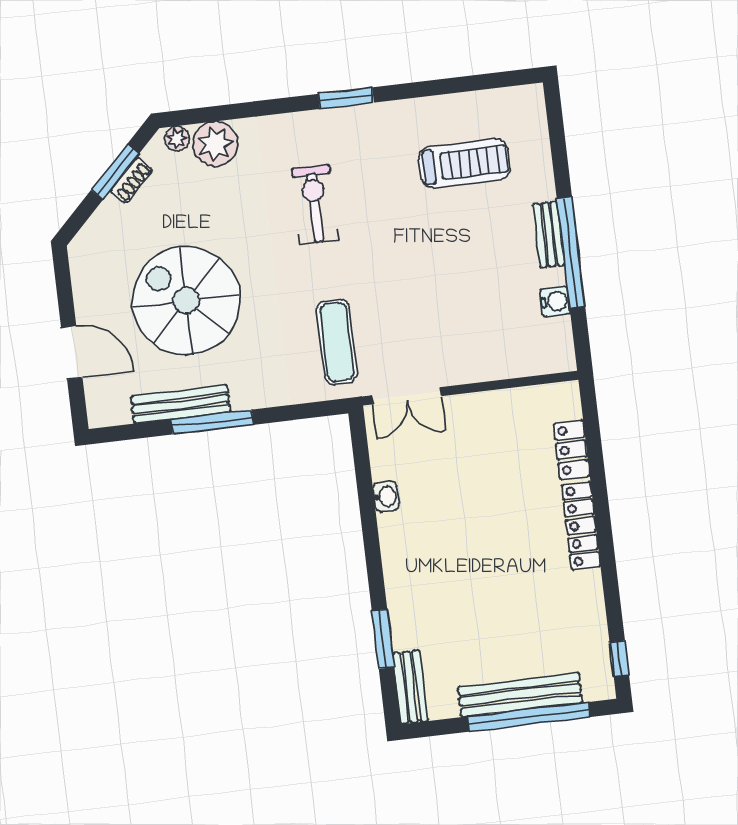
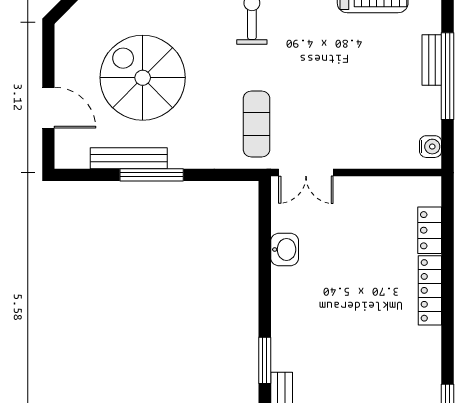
water cooler: (555, 302) -> (431, 147), moved
washbasin: (386, 497) -> (285, 249), width x1.38, depth x1.45

